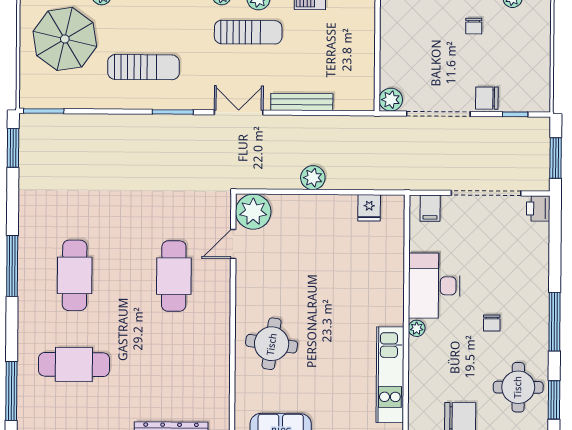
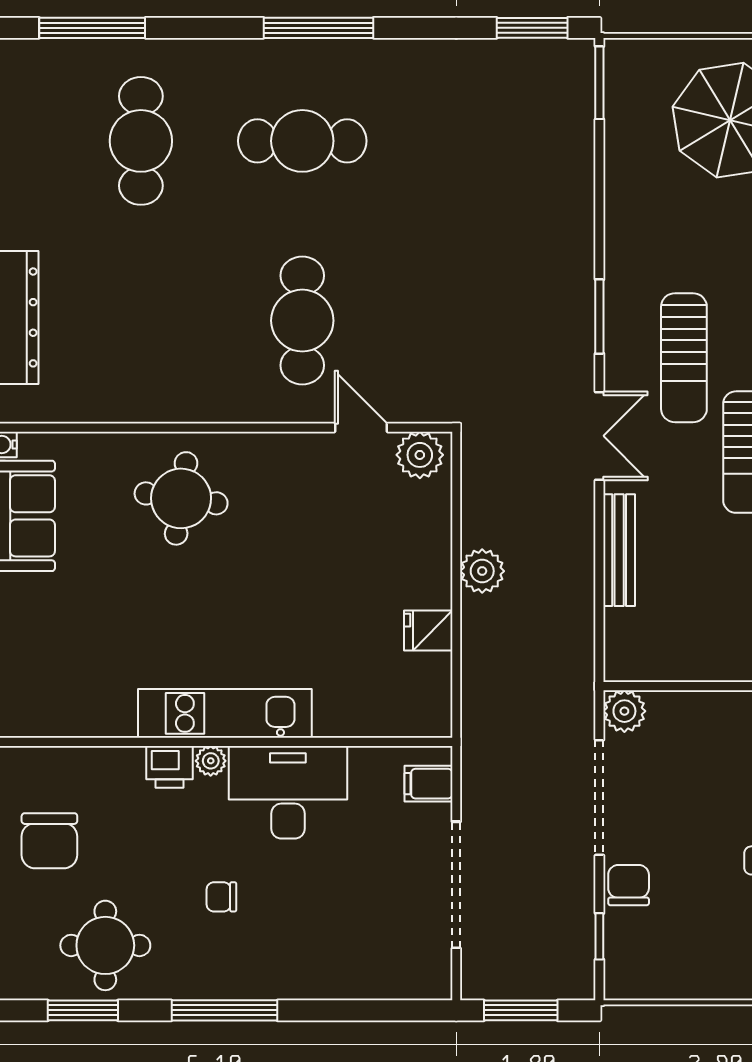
sun lounger: (144, 67) -> (684, 358), moved
fridge: (369, 208) -> (428, 631), moved
printer: (538, 209) -> (169, 767), moved, turned 180
plant: (253, 212) -> (420, 455), width x0.73, depth x0.73
cafe table: (174, 276) -> (302, 321), turned 90
kitchen unit: (390, 375) -> (225, 713), moved

